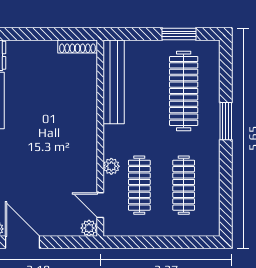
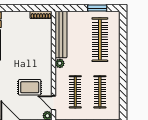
window: (226, 121) -> (123, 56), removed
plant: (111, 166) -> (60, 63), moved
rug: (57, 177) -> (30, 87), added

